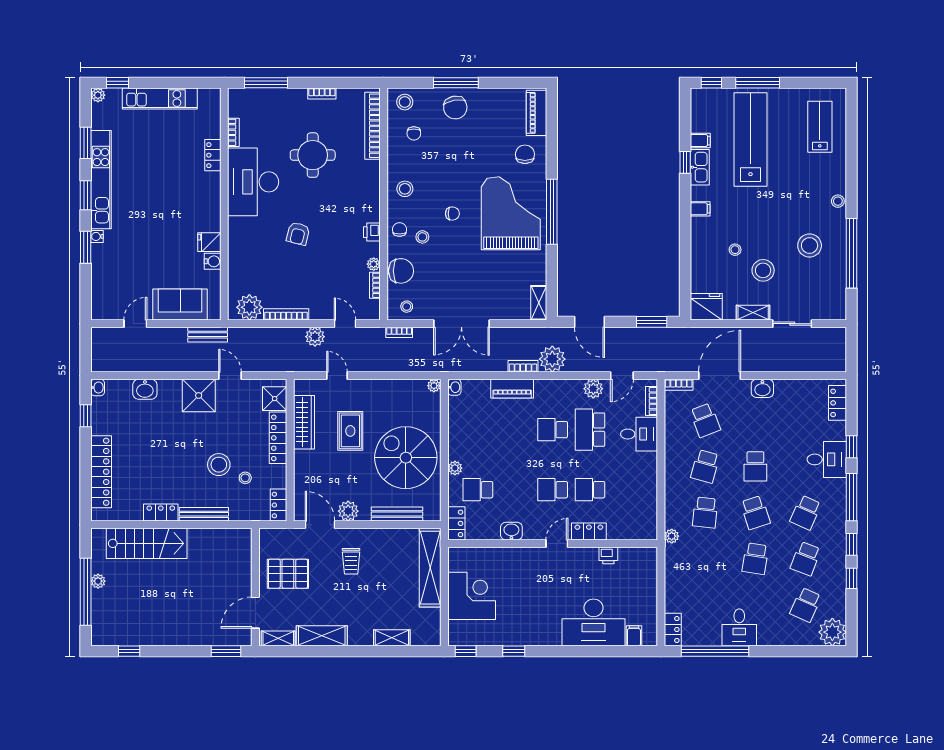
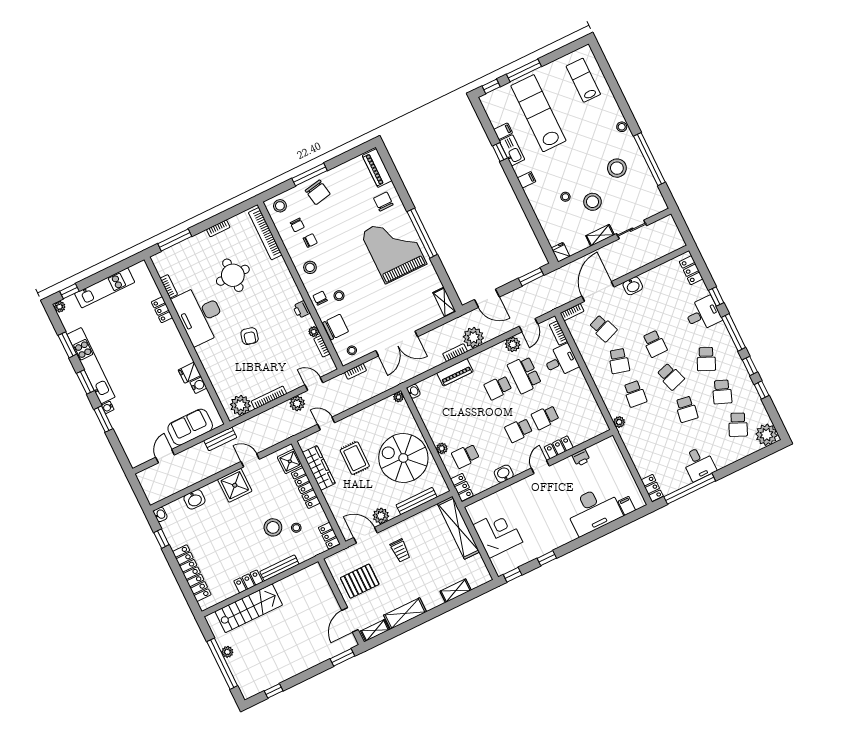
chair: (452, 214) -> (310, 241), moved
fridge: (706, 307) -> (561, 252), width x0.53, depth x0.75

